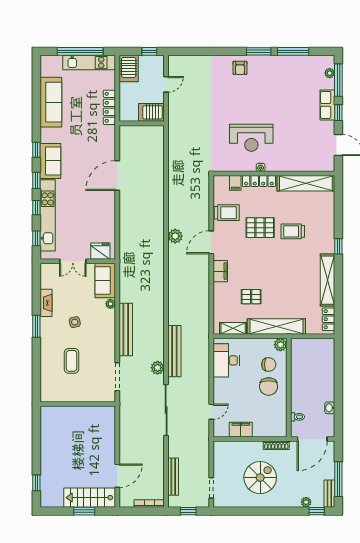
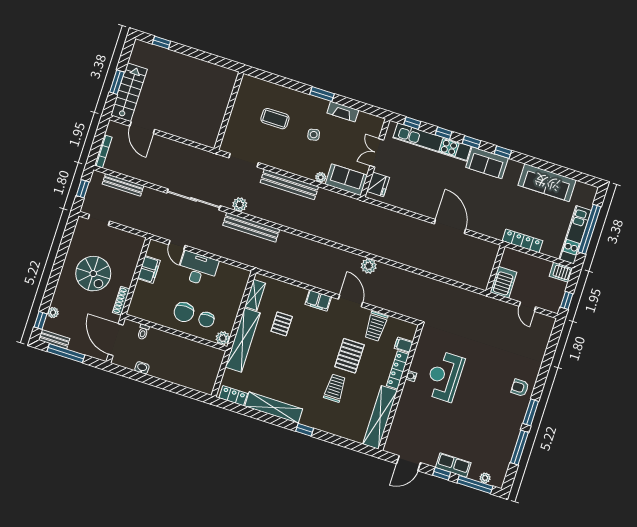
server rack: (129, 68) -> (561, 272), width x0.73, depth x0.70
desk: (226, 360) -> (198, 269), moved
chair: (269, 387) -> (184, 312), turned -90

